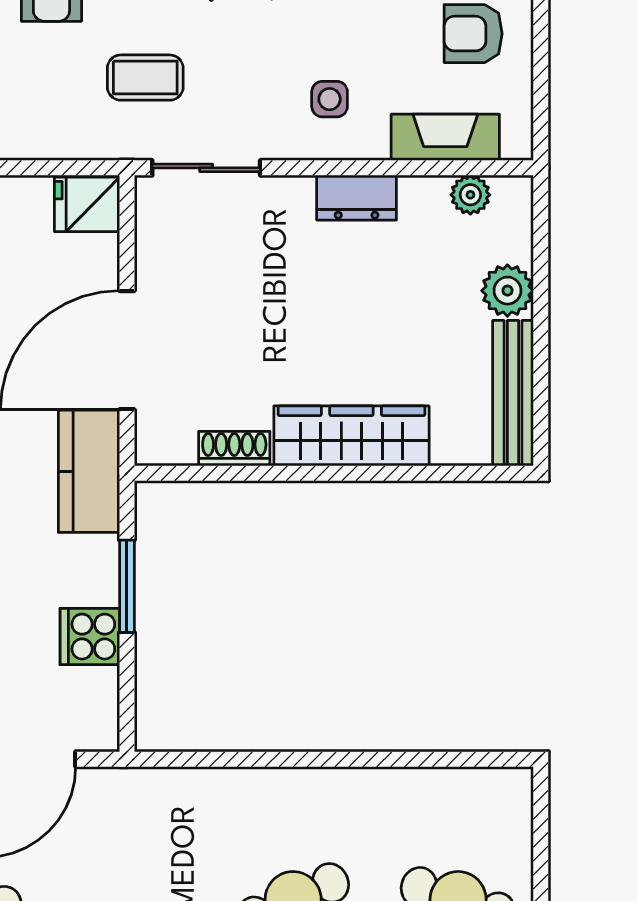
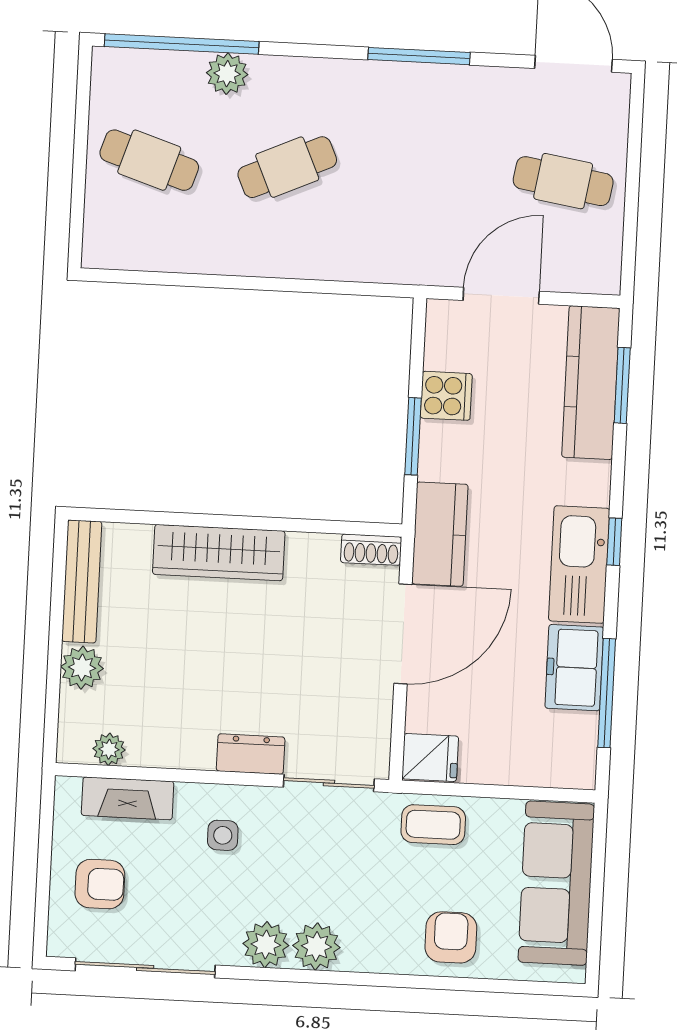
coffee table: (145, 78) -> (433, 825), moved
dresser: (357, 198) -> (251, 754), moved
shoe rack: (234, 449) -> (371, 550), moved

